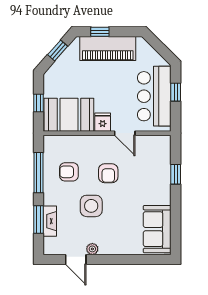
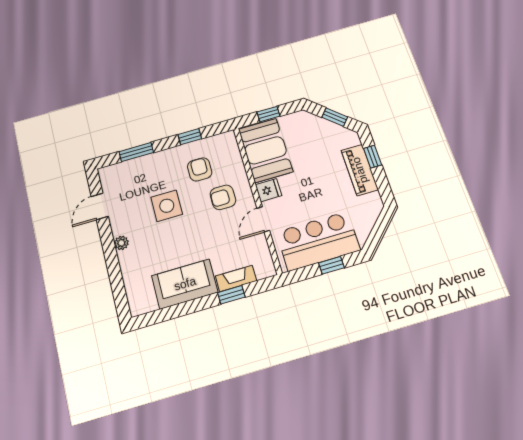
piano: (108, 49) -> (360, 170), width x0.73, depth x0.75
window: (39, 173) -> (190, 137), width x0.46
armchair: (108, 173) -> (223, 197), moved
fireplace: (50, 221) -> (236, 278), moved, turned 180
sofa: (157, 229) -> (185, 284), moved
plant: (92, 249) -> (121, 243), moved

